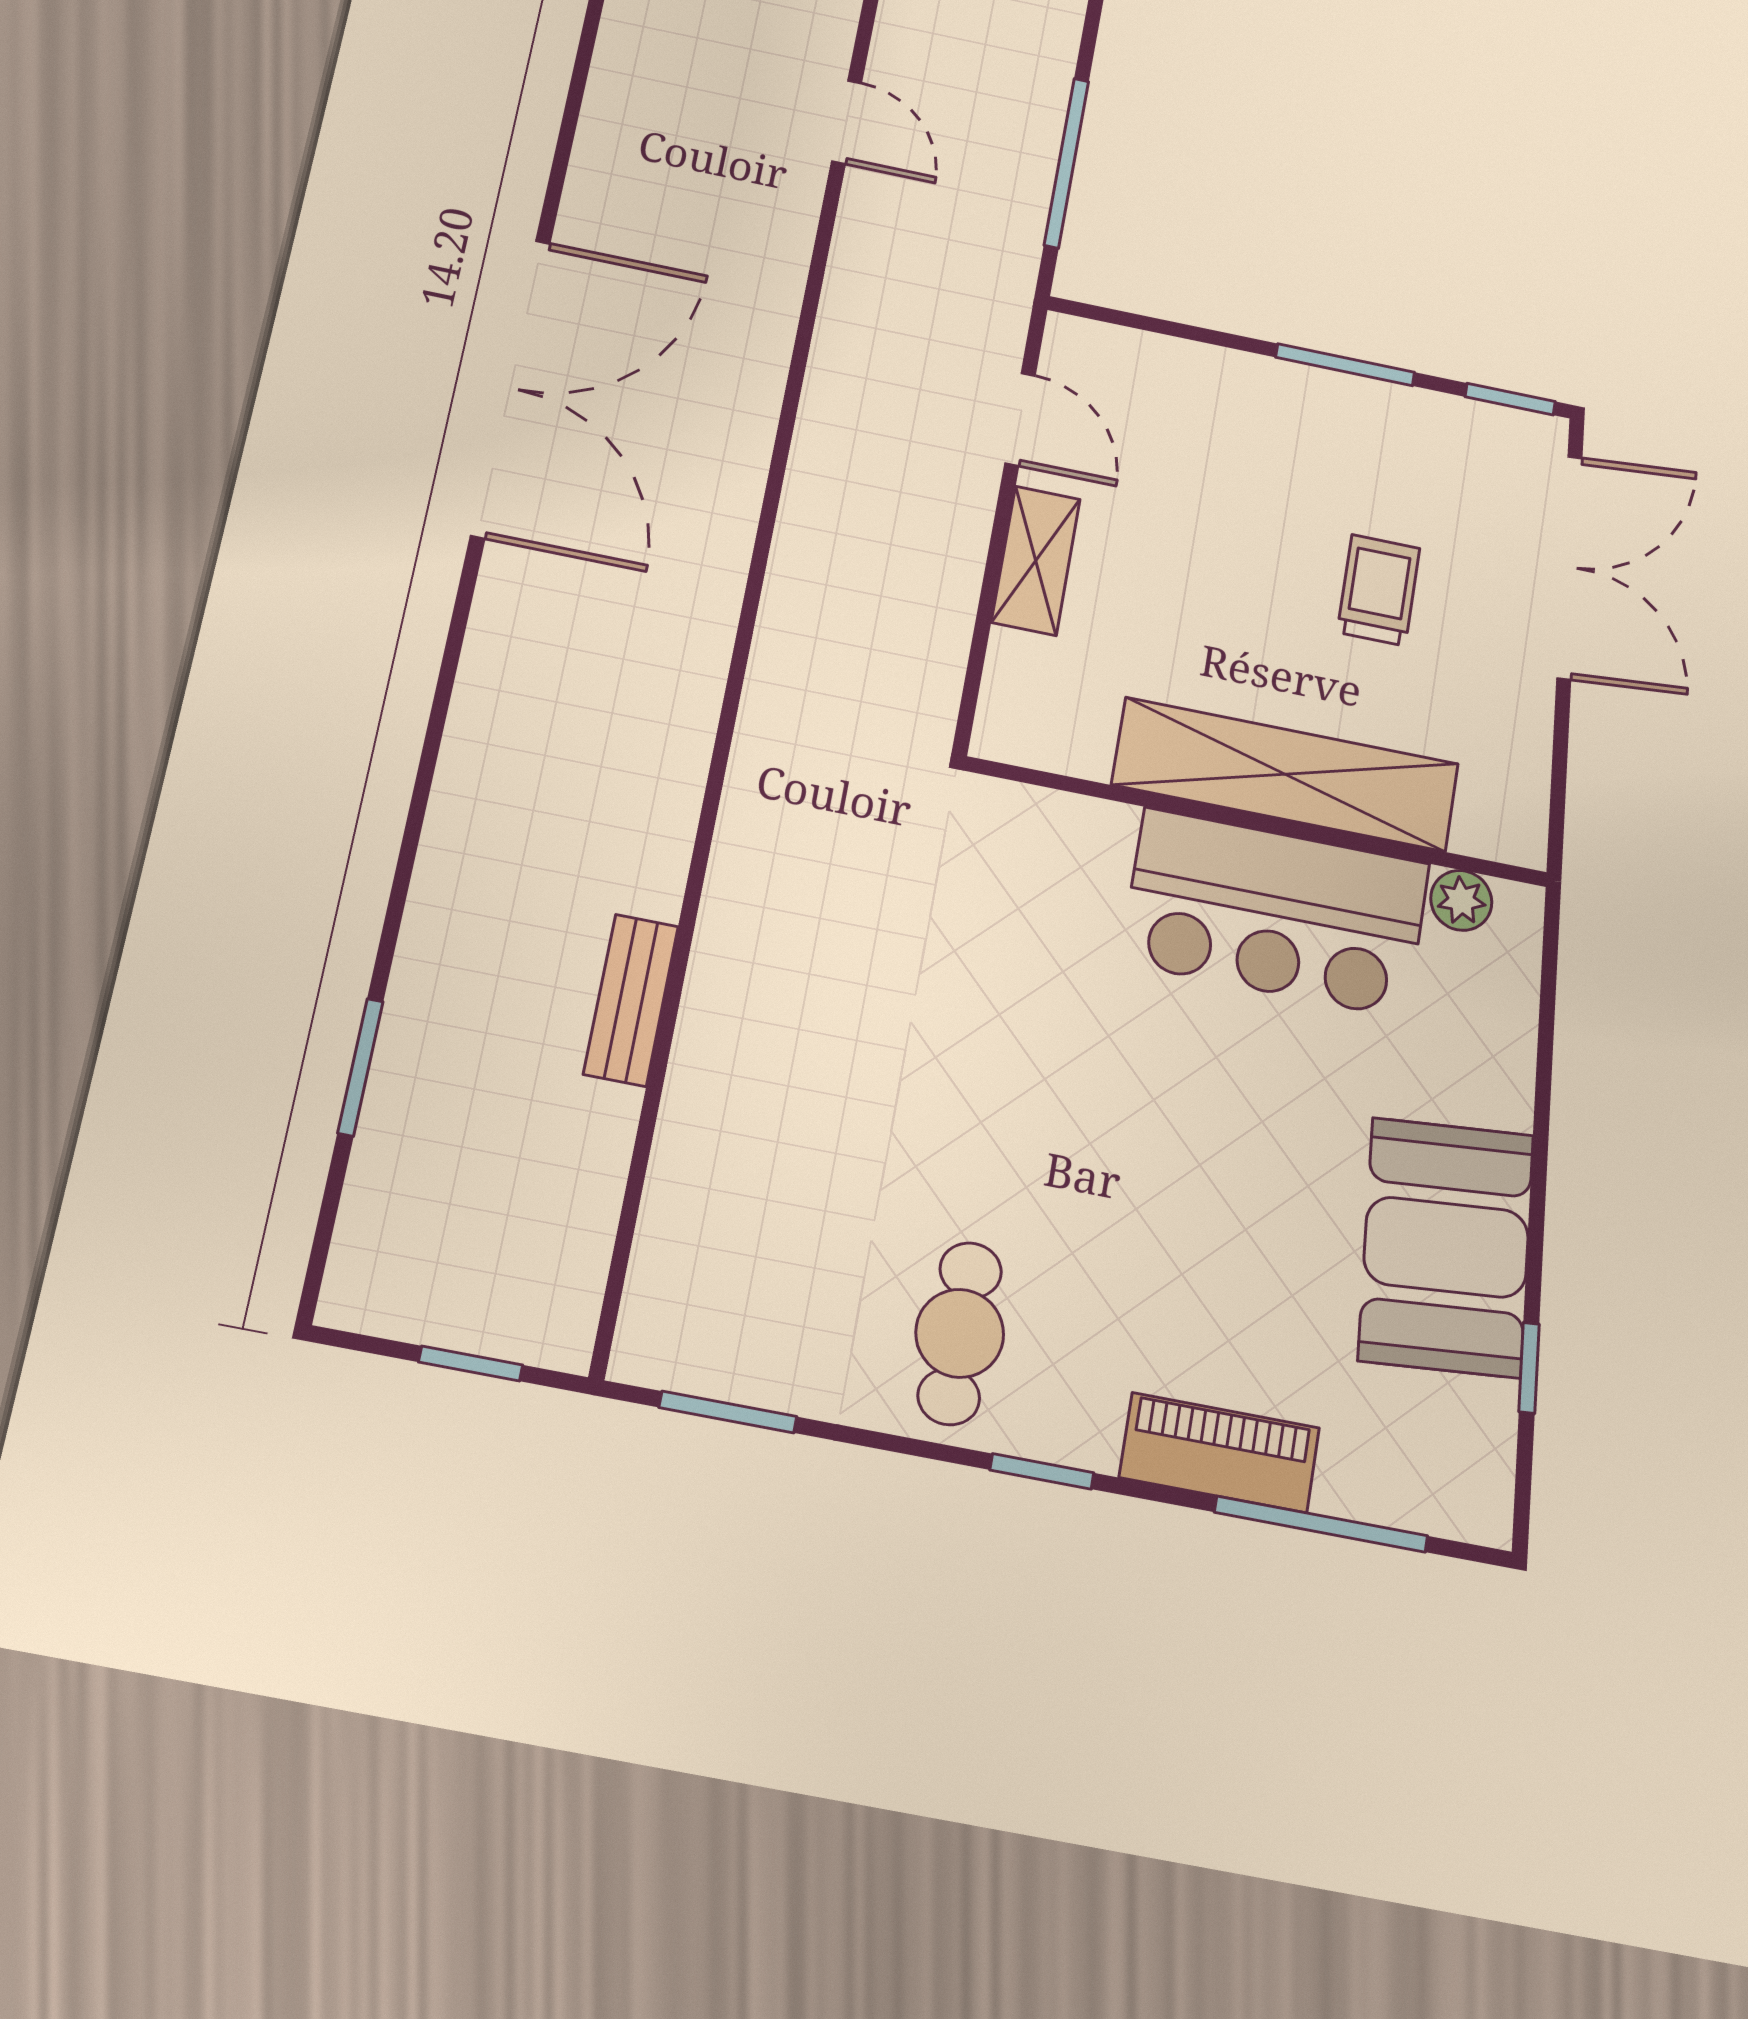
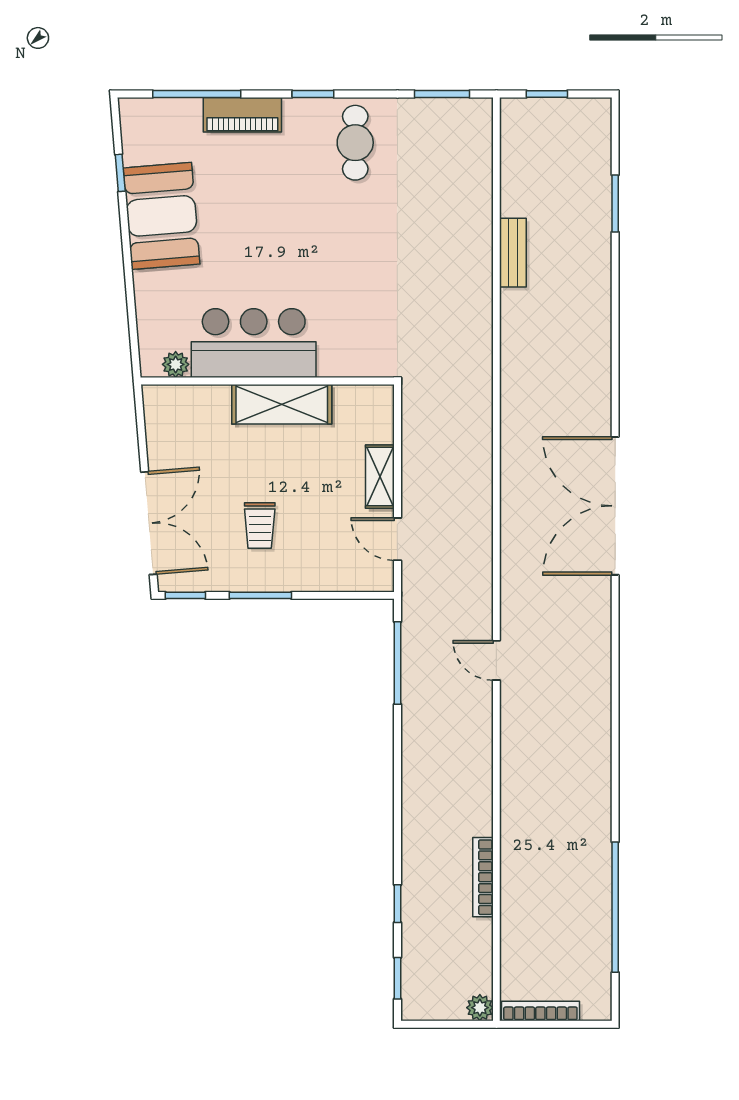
double door: (1569, 567) -> (149, 523), swing flipped
trolley: (1378, 590) -> (260, 525), moved
shelving: (1286, 774) -> (282, 404), width x0.68

